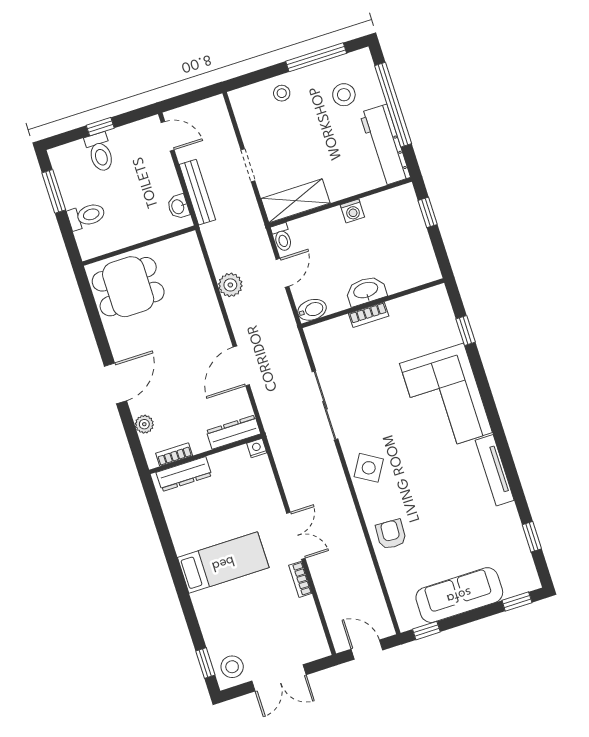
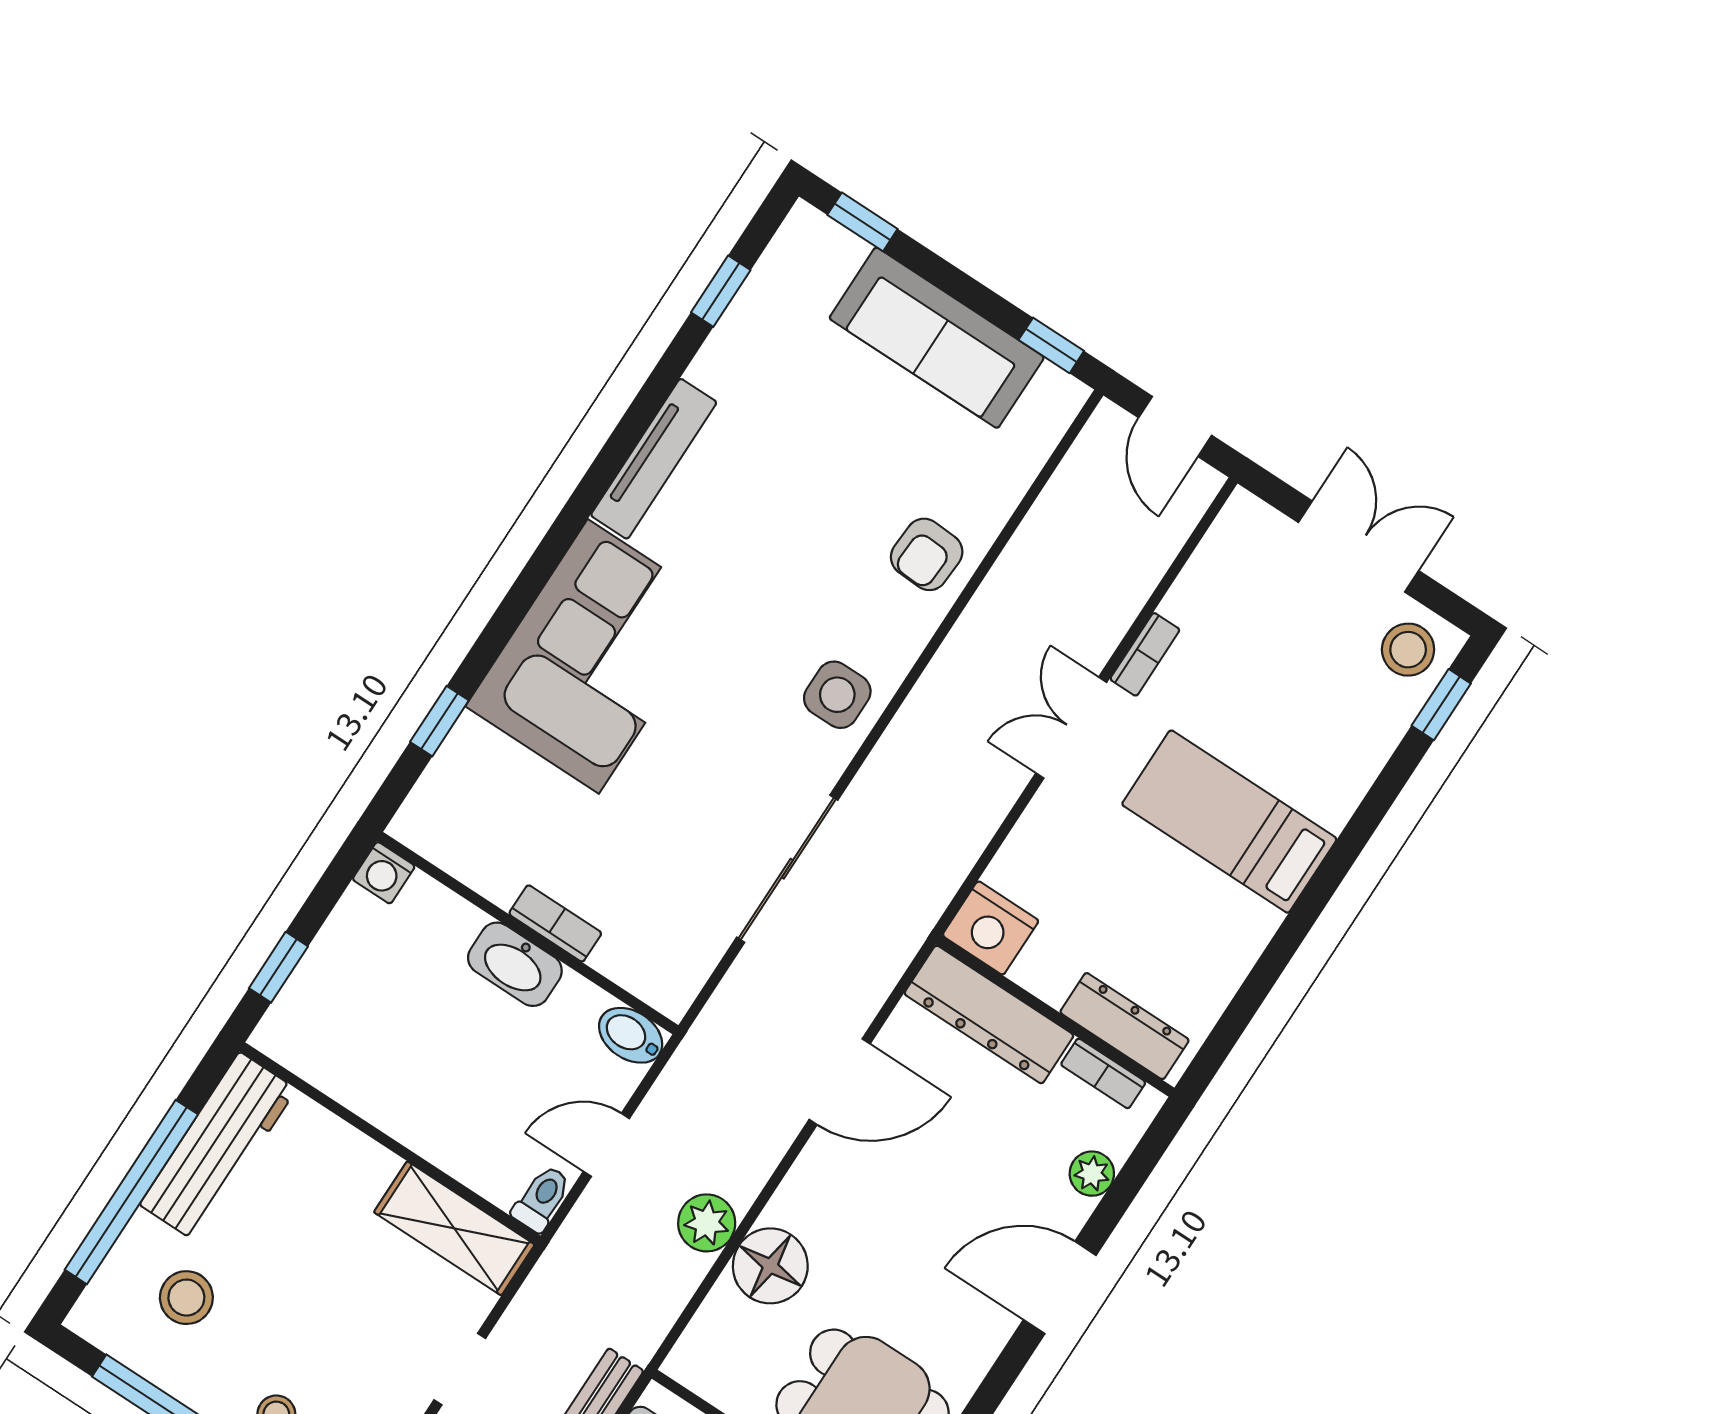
washing machine: (352, 211) -> (384, 873), moved, turned 180
floor lamp: (199, 294) -> (770, 1266), added
dresser: (233, 432) -> (989, 1014), width x1.37, depth x1.24
nightstand: (257, 448) -> (991, 928), width x1.89, depth x1.79
side table: (369, 468) -> (837, 695), turned -31

